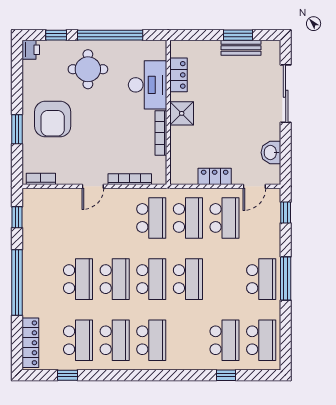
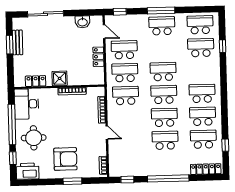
printer: (31, 50) -> (28, 171), width x1.87, depth x1.48
desk: (148, 85) -> (26, 104), moved, turned -90

